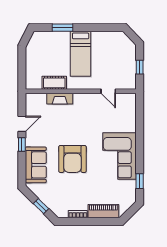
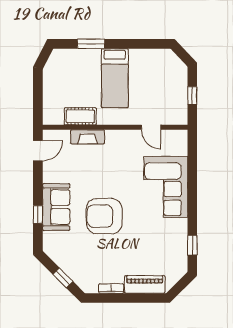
door: (22, 124) -> (38, 151), moved
window: (22, 145) -> (38, 214), moved
corner sofa: (119, 156) -> (166, 187), moved
armchair: (72, 159) -> (104, 216), turned 90
sofa: (36, 165) -> (56, 207), moved

